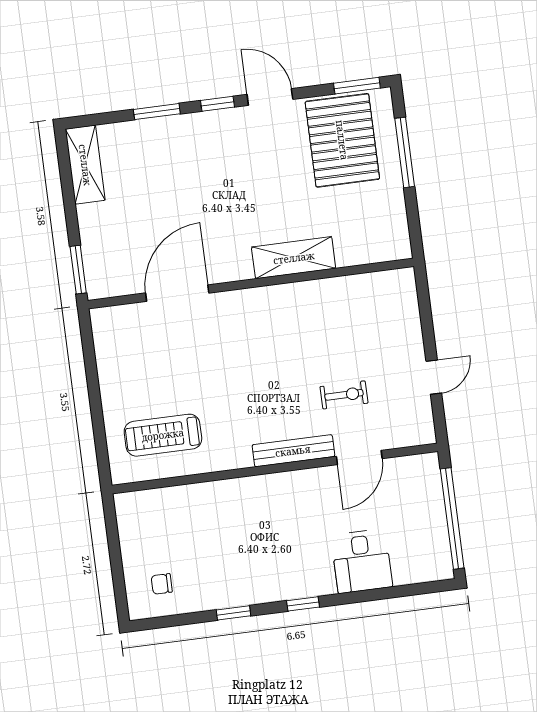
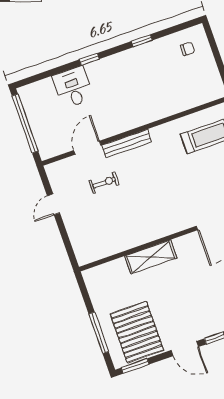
exercise bike: (344, 395) -> (104, 183), turned 180
window: (303, 604) -> (89, 59), moved

